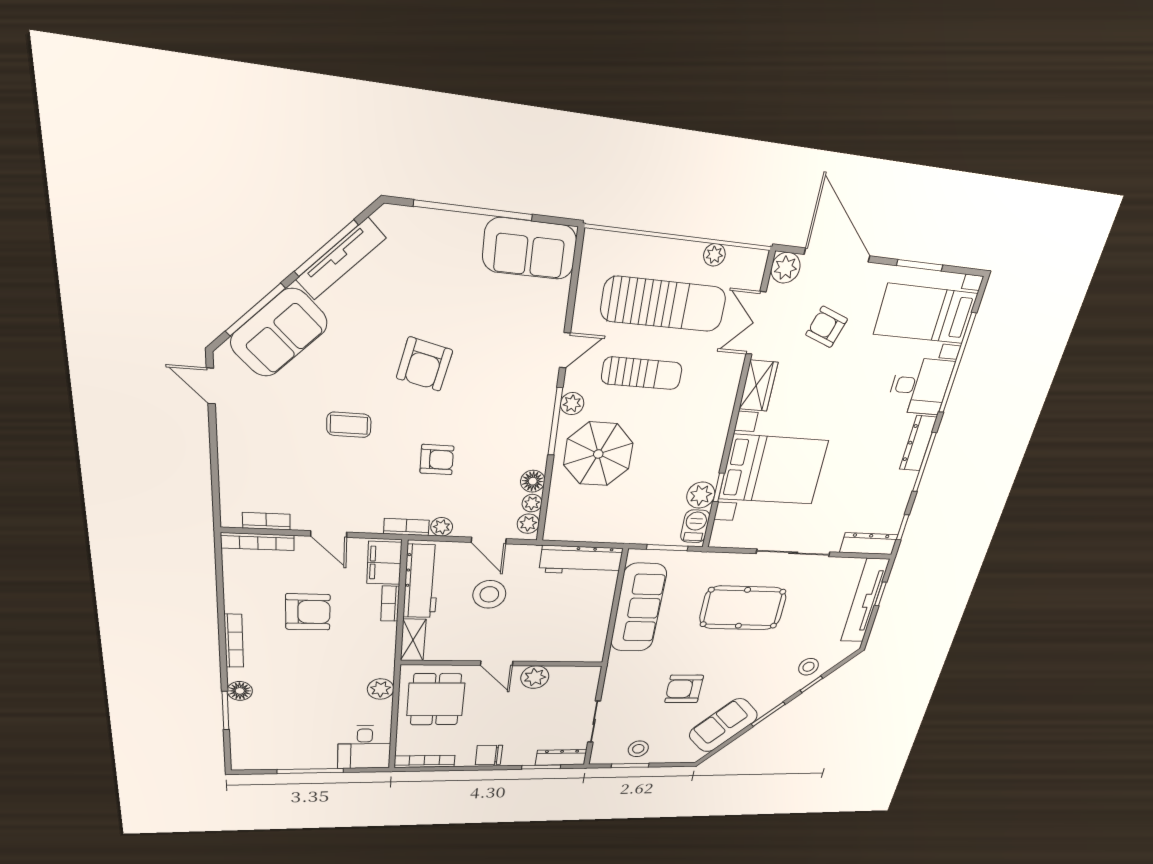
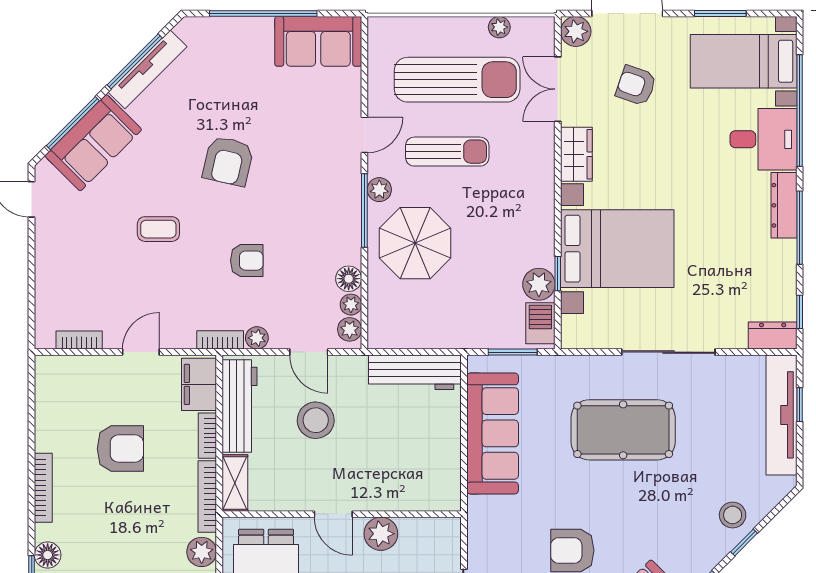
door: (329, 534) -> (141, 352), swing flipped
bookcase: (258, 542) -> (207, 496), moved, turned 90
dresser: (869, 544) -> (773, 336), width x0.70

